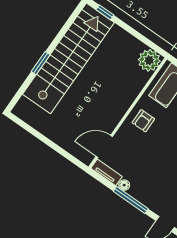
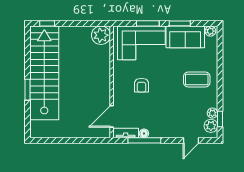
armchair: (143, 121) -> (142, 85), moved
window: (131, 200) -> (144, 140), moved

